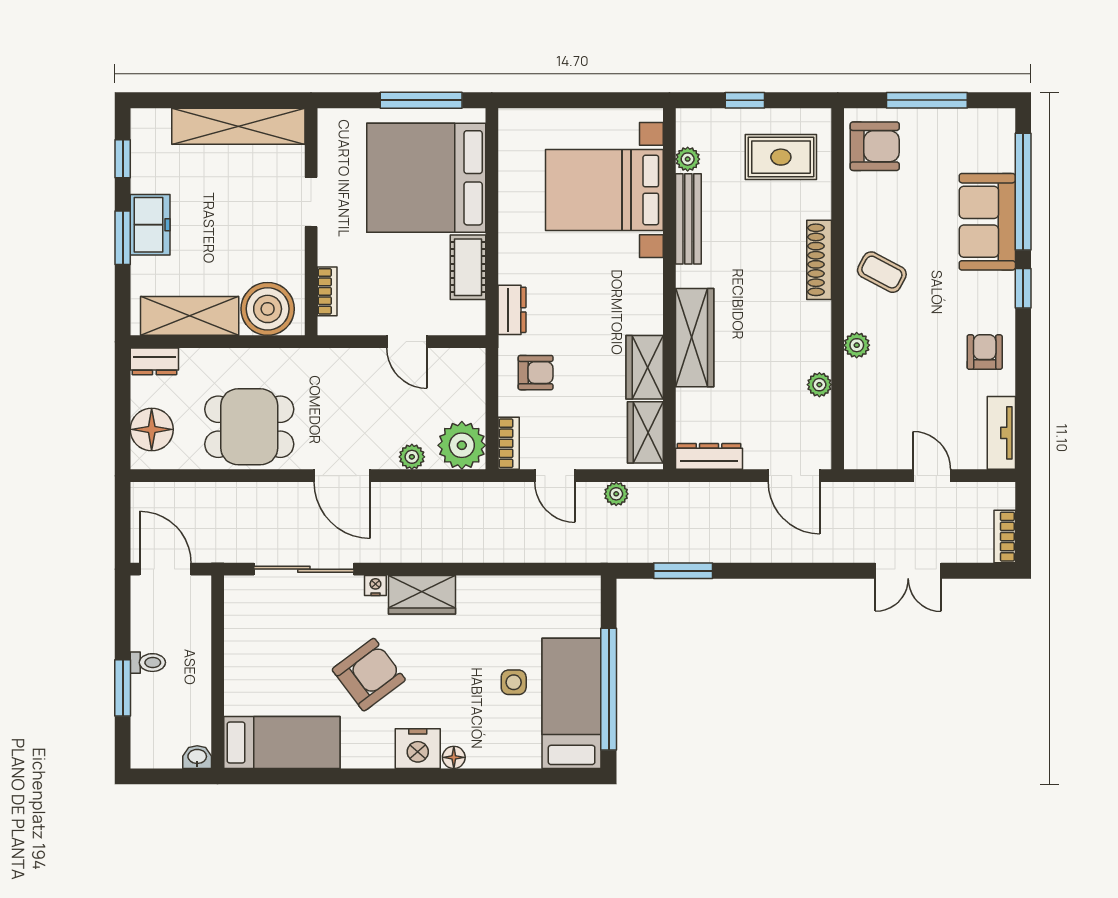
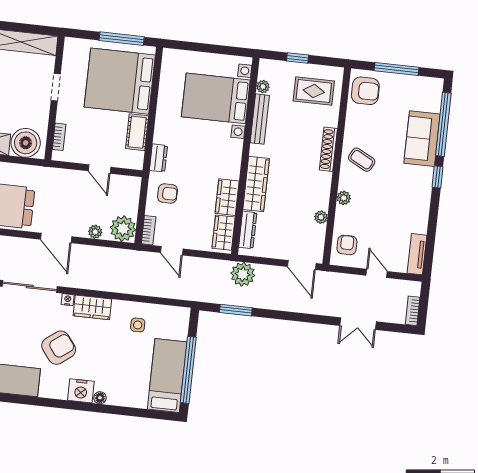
armchair: (985, 352) -> (347, 245), moved
dresser: (709, 456) -> (248, 230), moved, turned 90
plant: (616, 494) -> (243, 274), moved, width x1.87, depth x1.87
side table: (514, 682) -> (138, 325), moved

